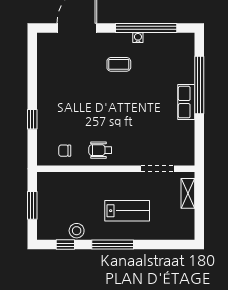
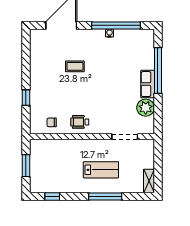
coffee table: (119, 64) -> (75, 66), moved
plant: (184, 132) -> (146, 108), added
shelving: (188, 193) -> (149, 181), moved
stool: (77, 231) -> (61, 186), removed
window: (113, 245) -> (105, 197), moved

